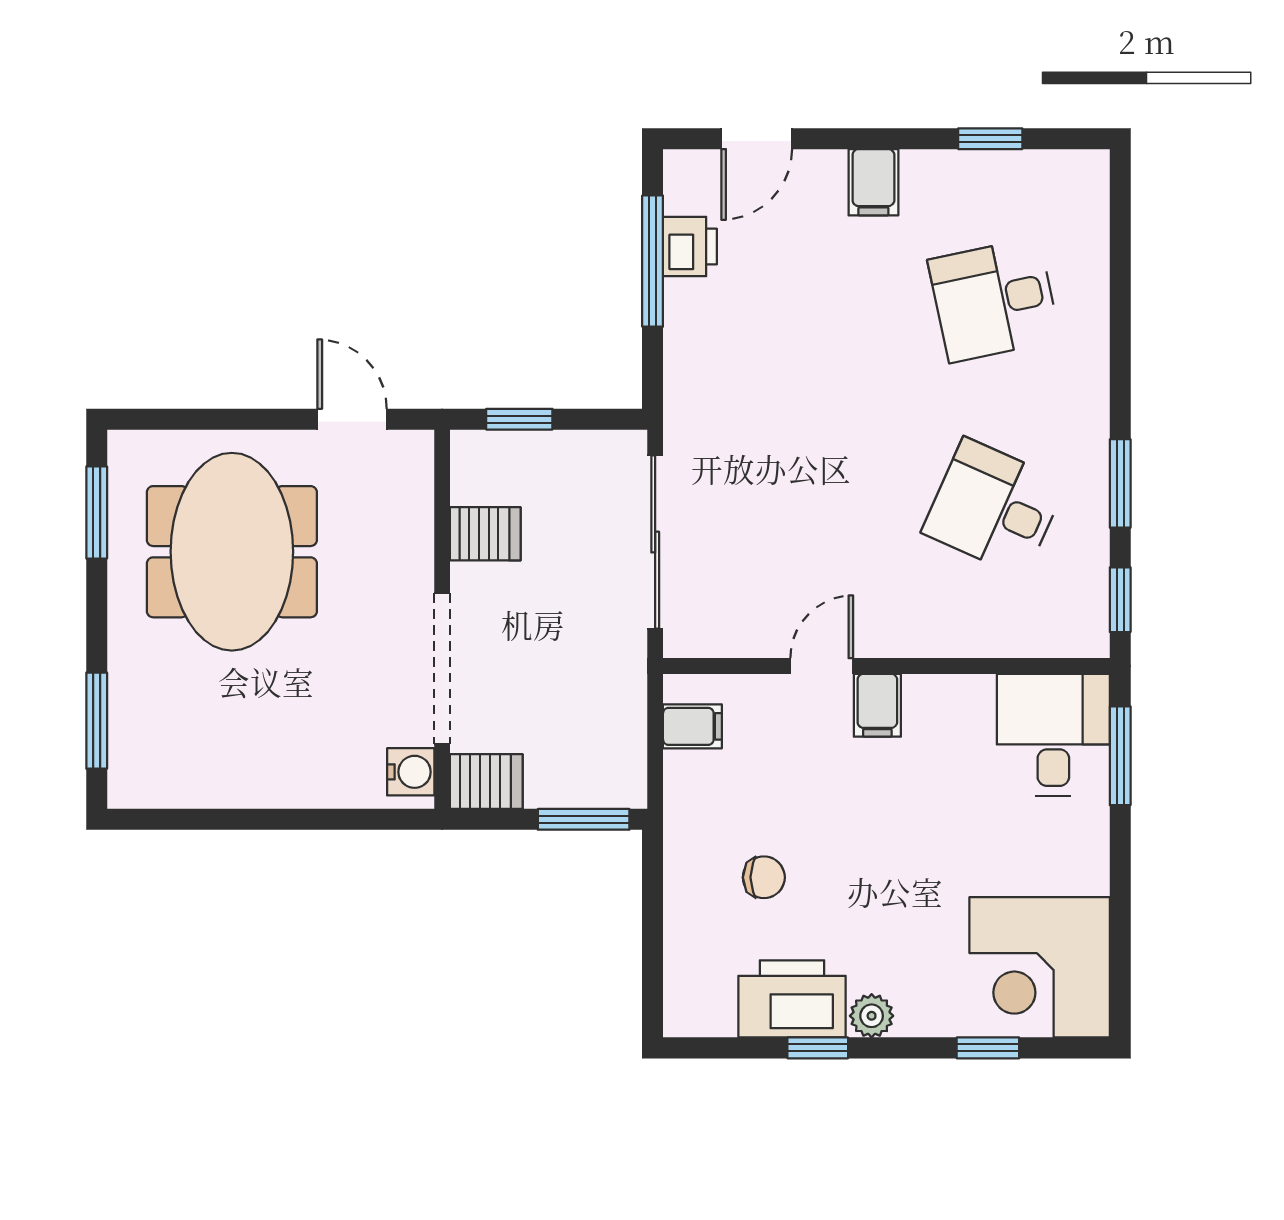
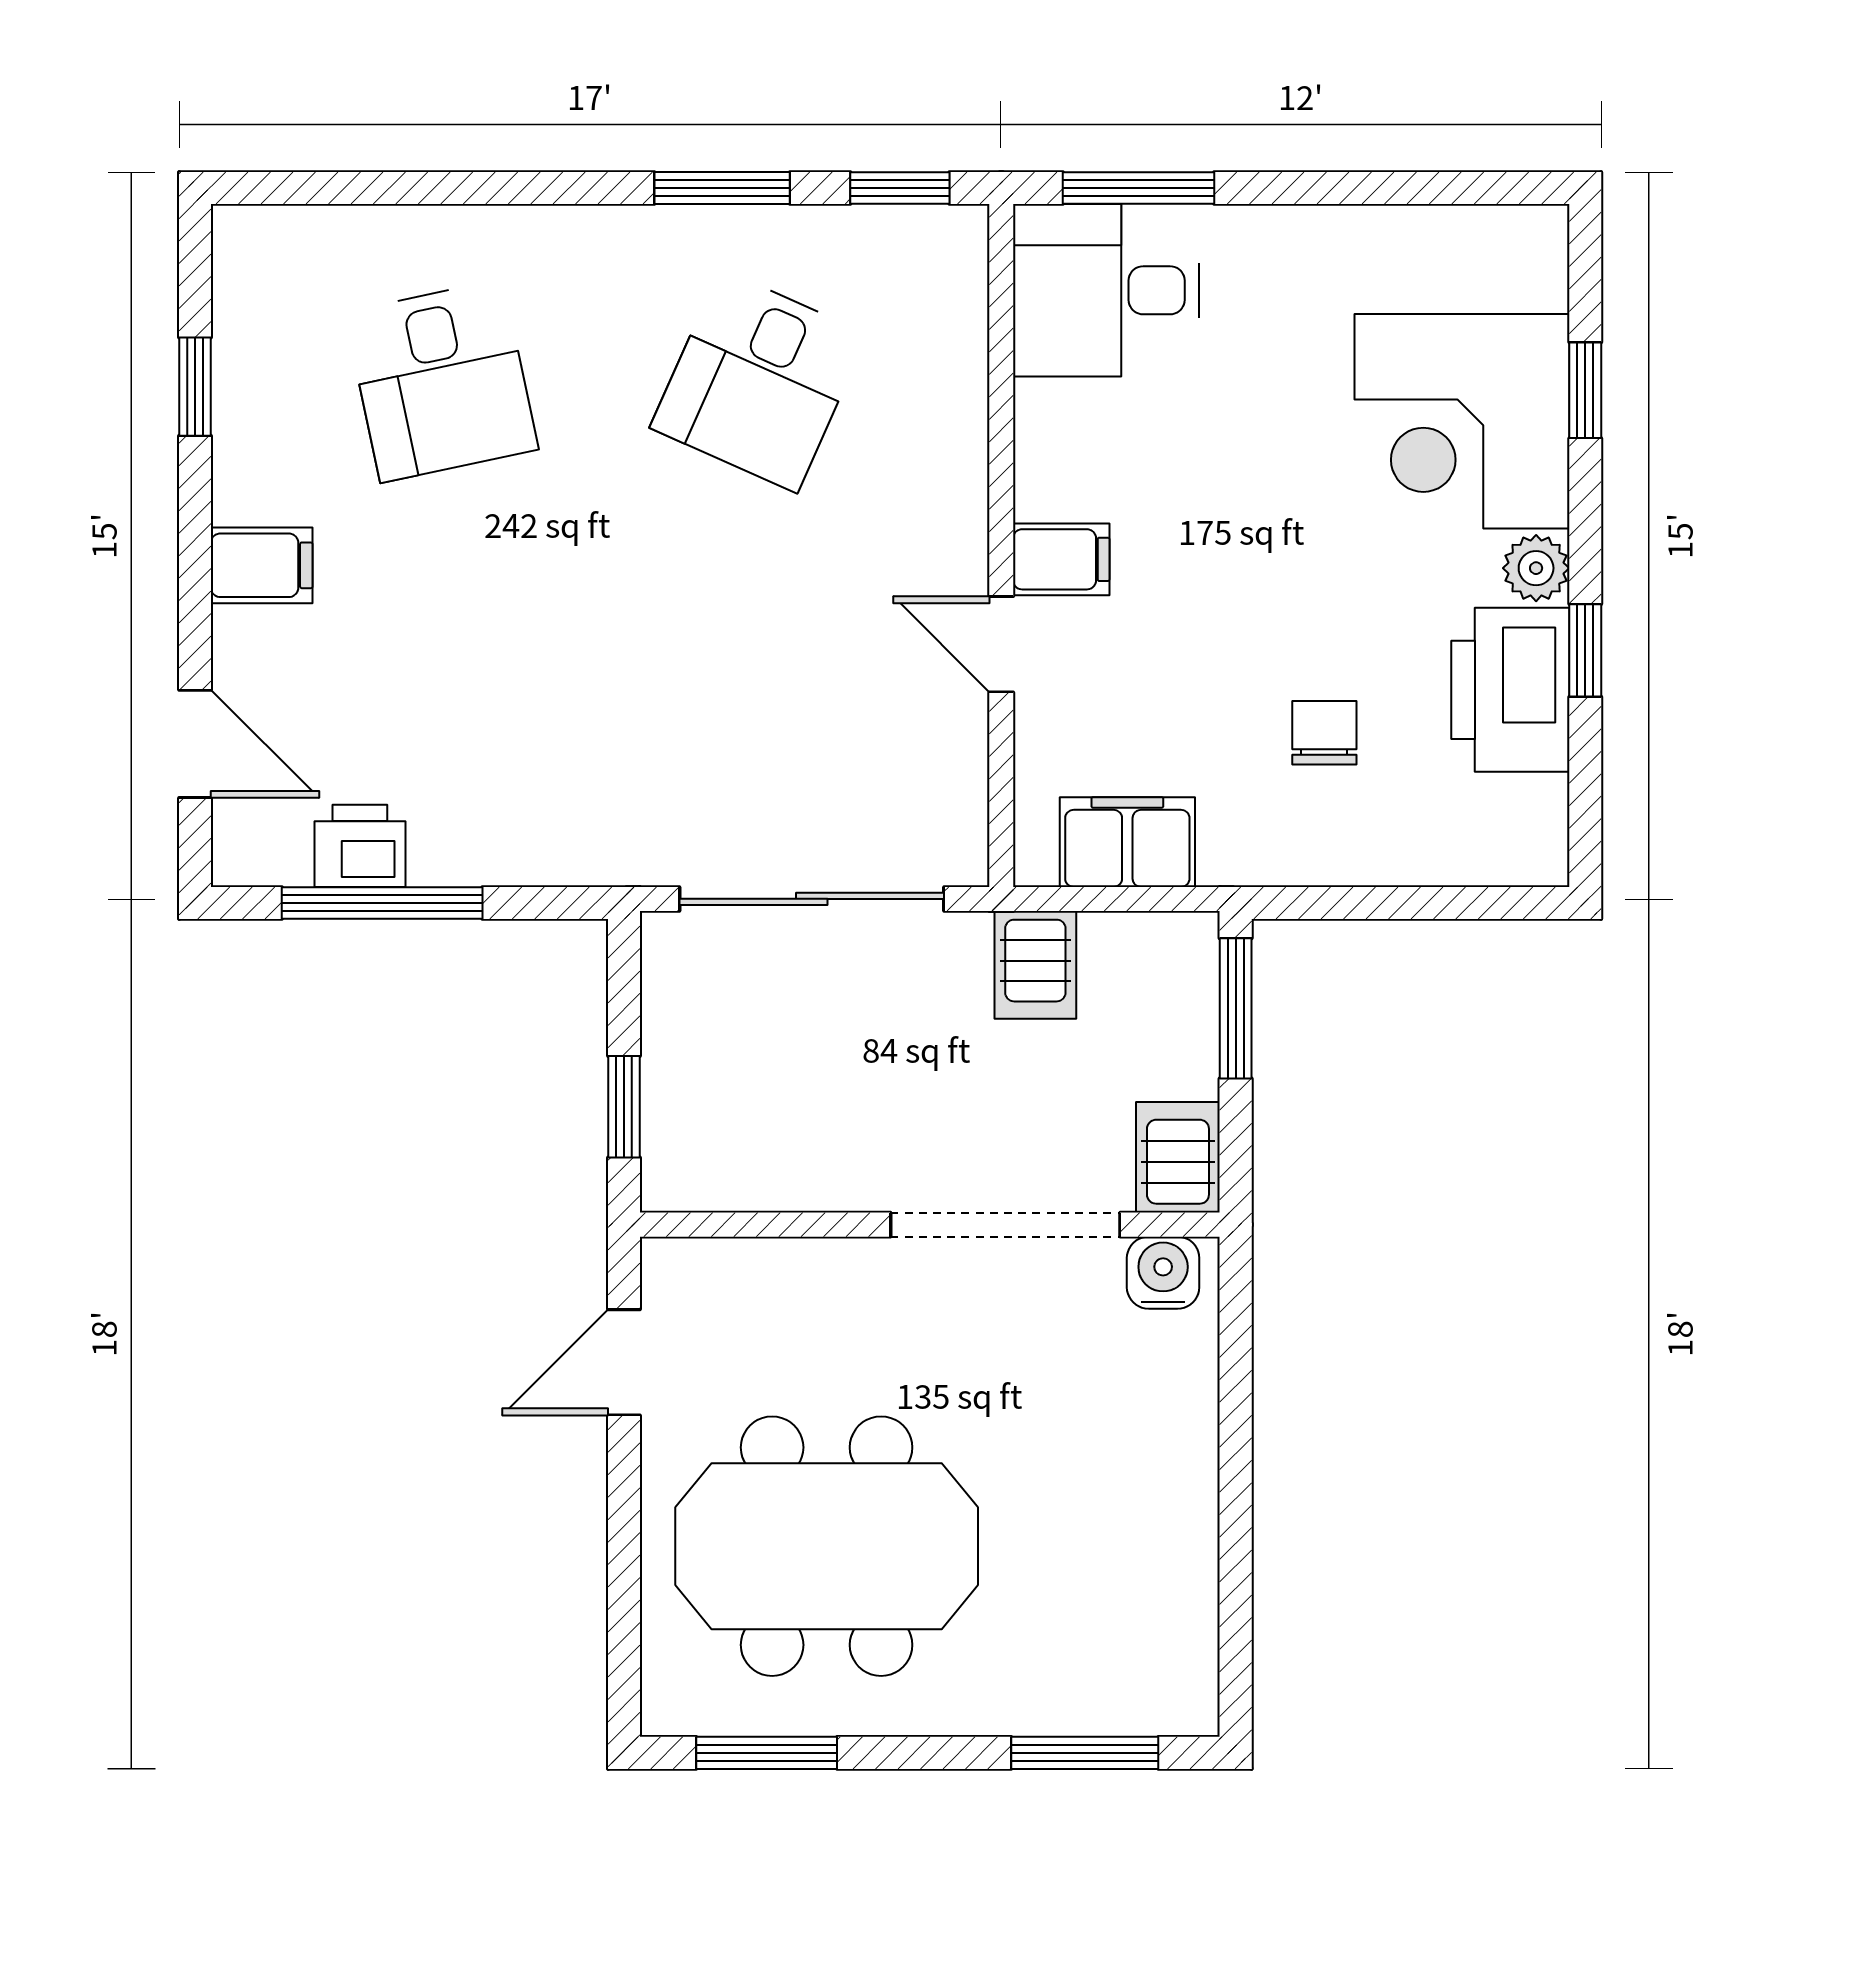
server rack: (485, 534) -> (1035, 965), moved, turned 180
filing cabinet: (692, 726) -> (1127, 842), width x2.00
corner desk: (1040, 967) -> (1462, 421), moved, turned 90

